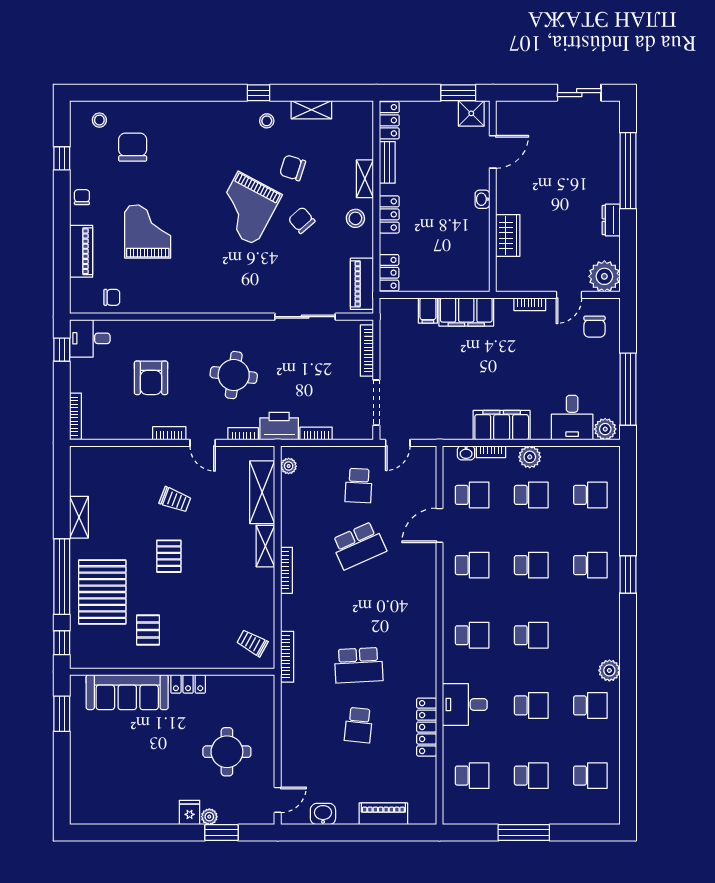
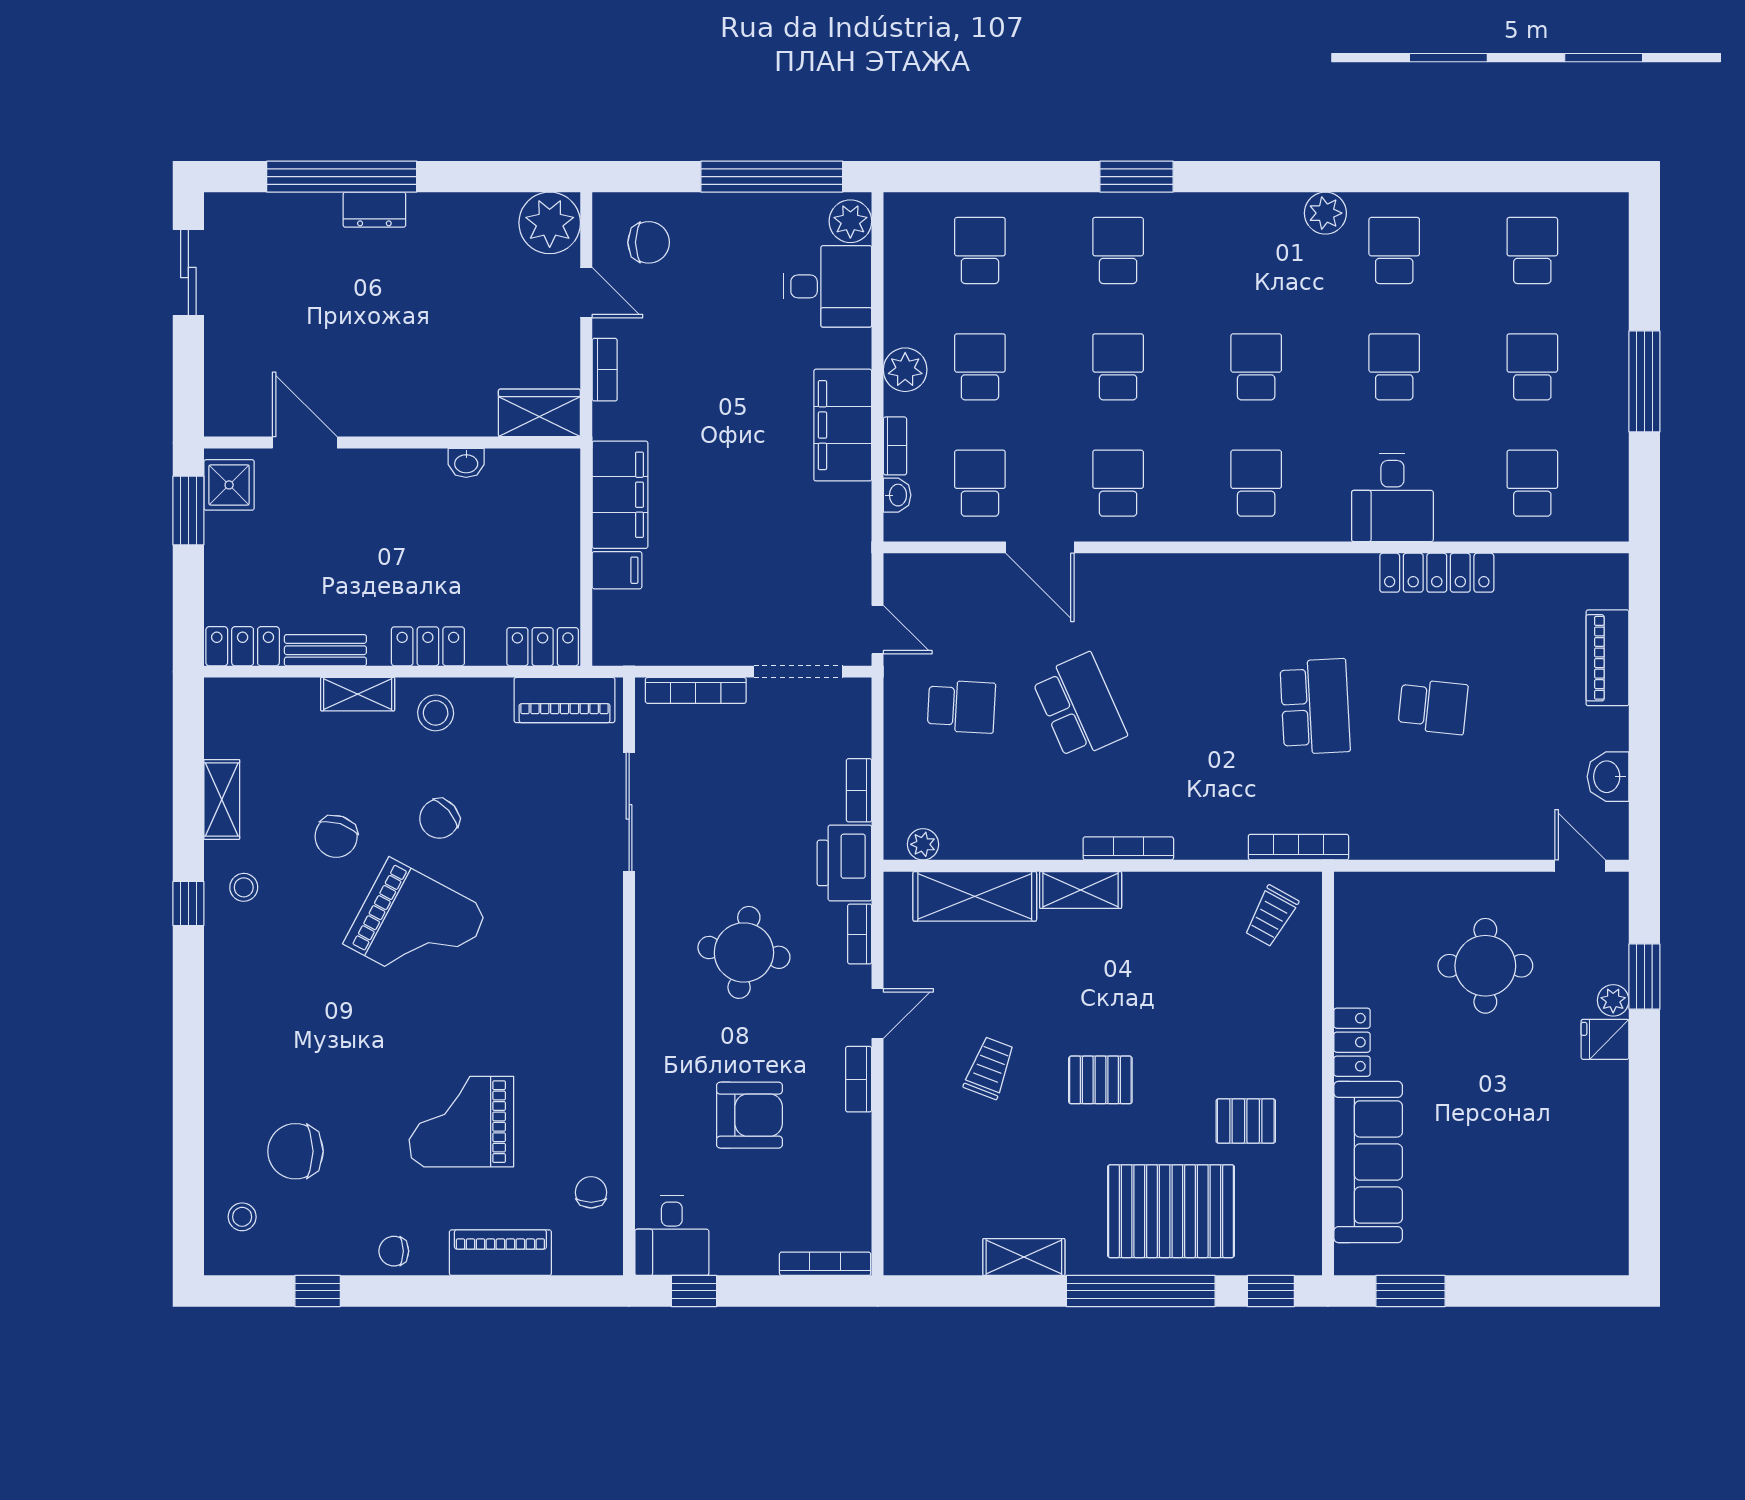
washbasin: (482, 199) -> (466, 463), moved
dresser: (611, 220) -> (374, 210), moved
wardrobe: (508, 235) -> (539, 413), moved

